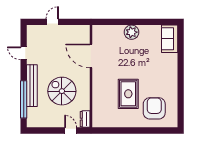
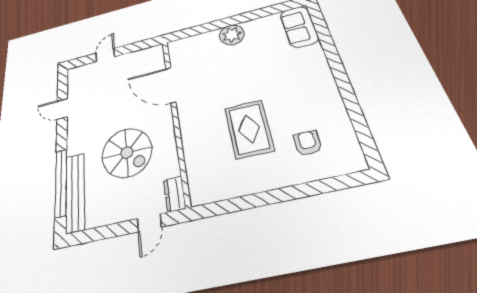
bench: (32, 86) -> (75, 192), moved
spiral stairs: (62, 91) -> (127, 153), turned 180
armchair: (154, 108) -> (308, 143), width x0.53, depth x0.53
door: (71, 131) -> (149, 223), swing flipped

